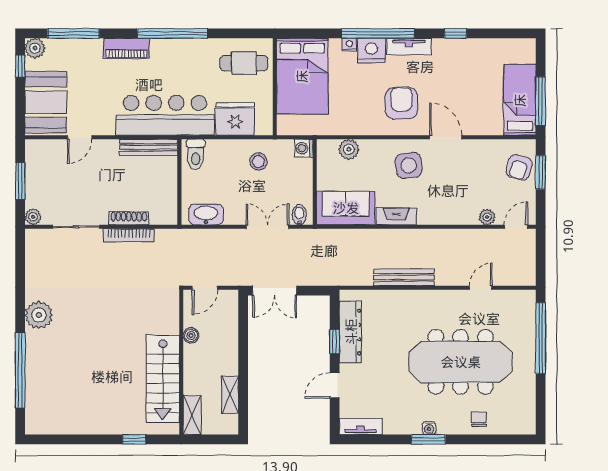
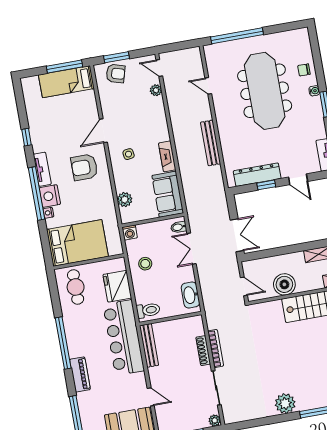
side table: (409, 165) -> (129, 154), width x0.54, depth x0.54
boiler: (191, 335) -> (284, 284), width x1.86, depth x1.86
water cooler: (429, 428) -> (314, 91), moved

